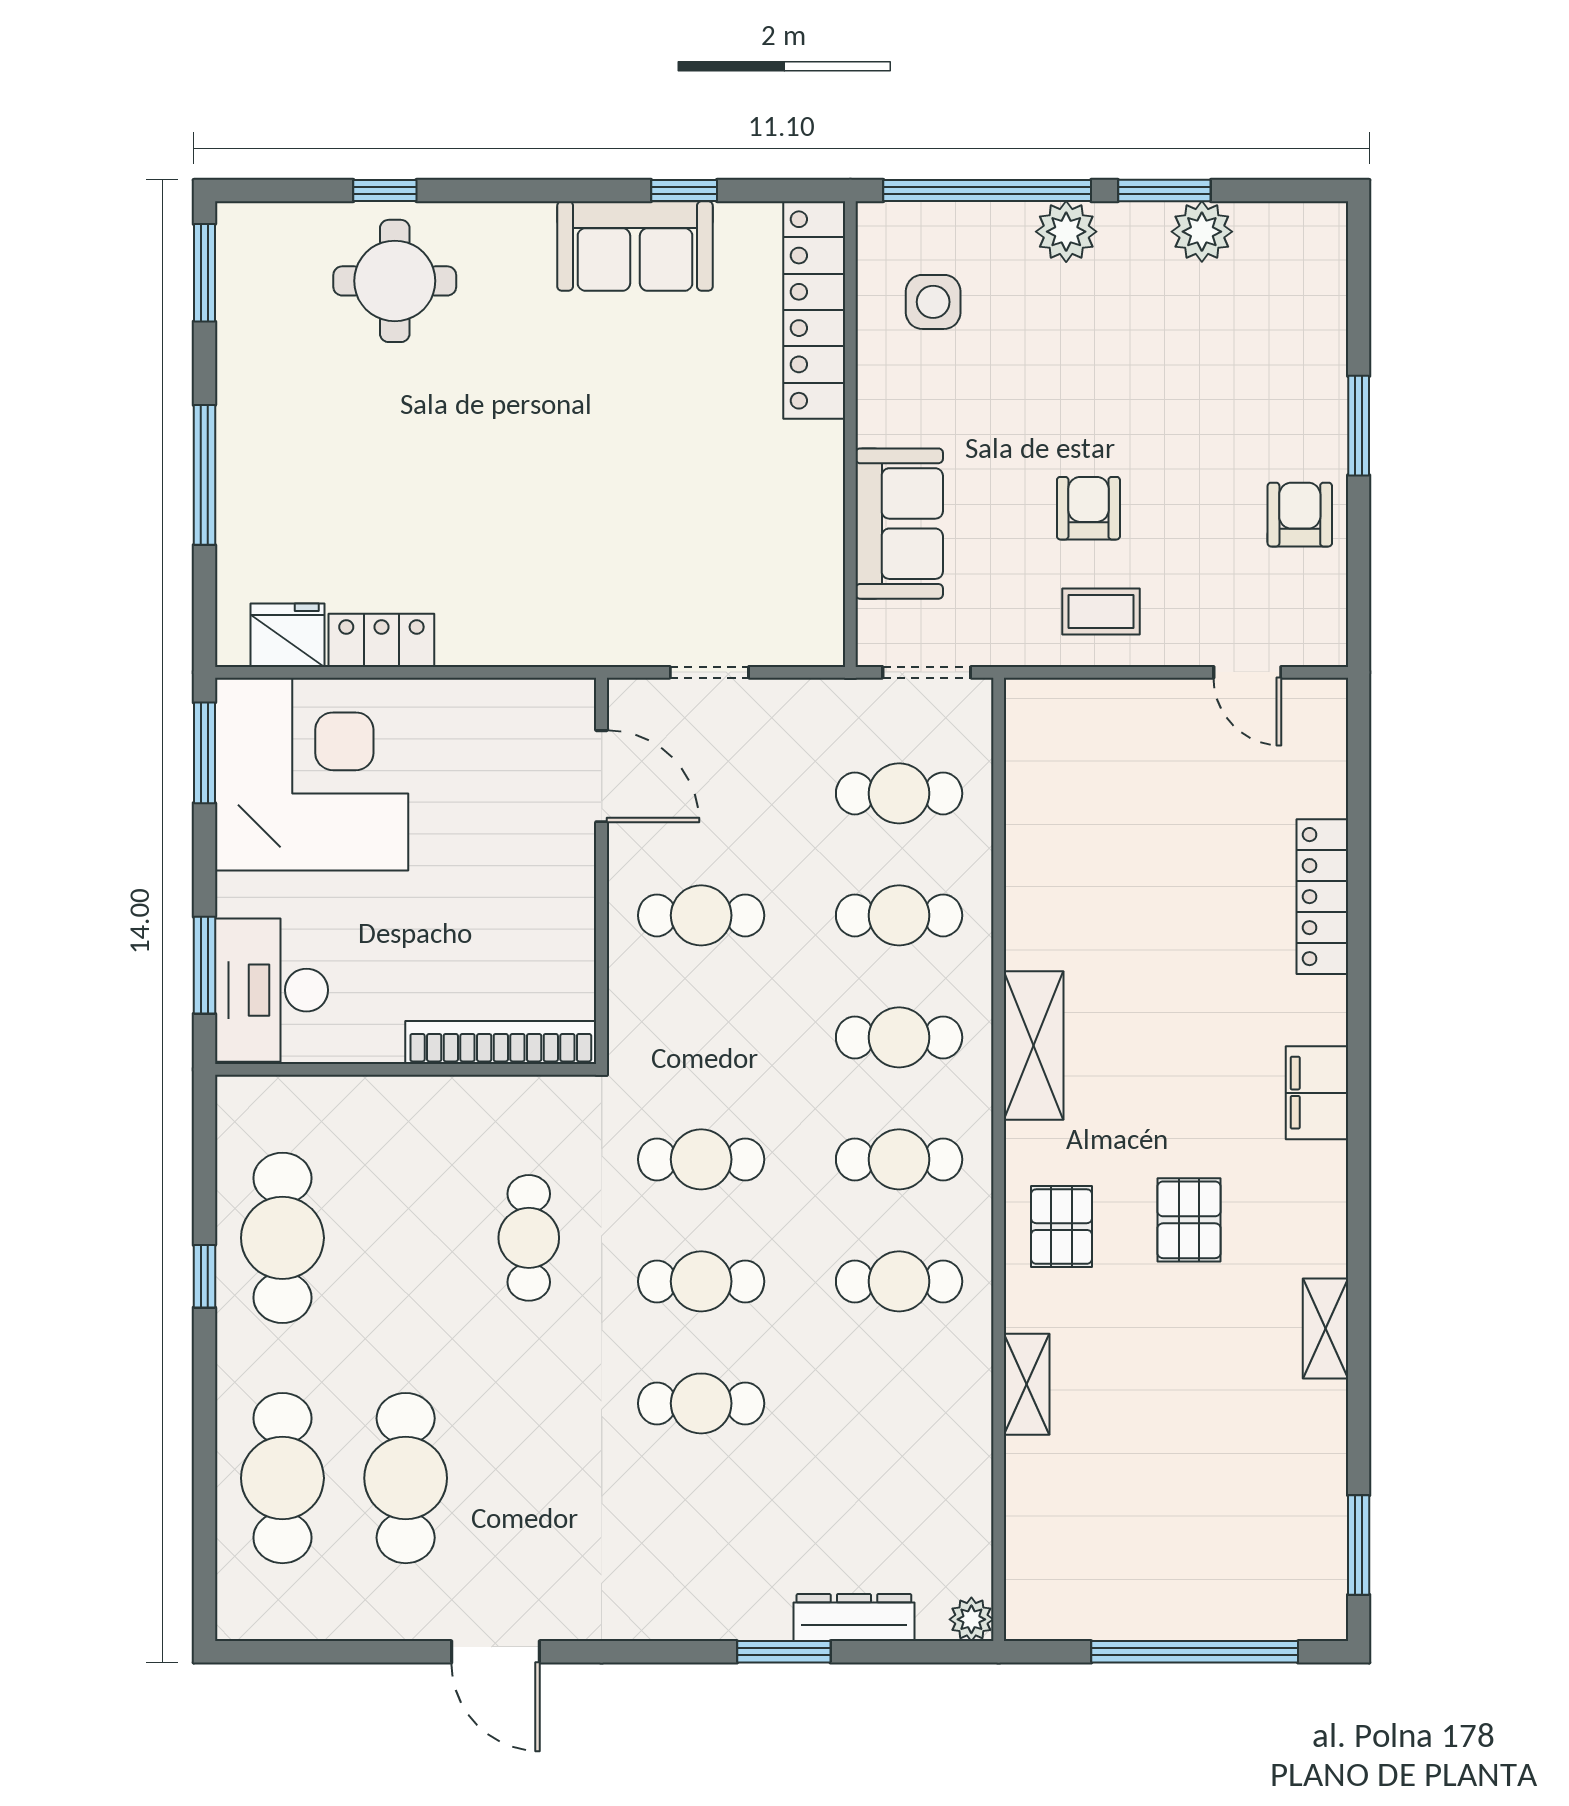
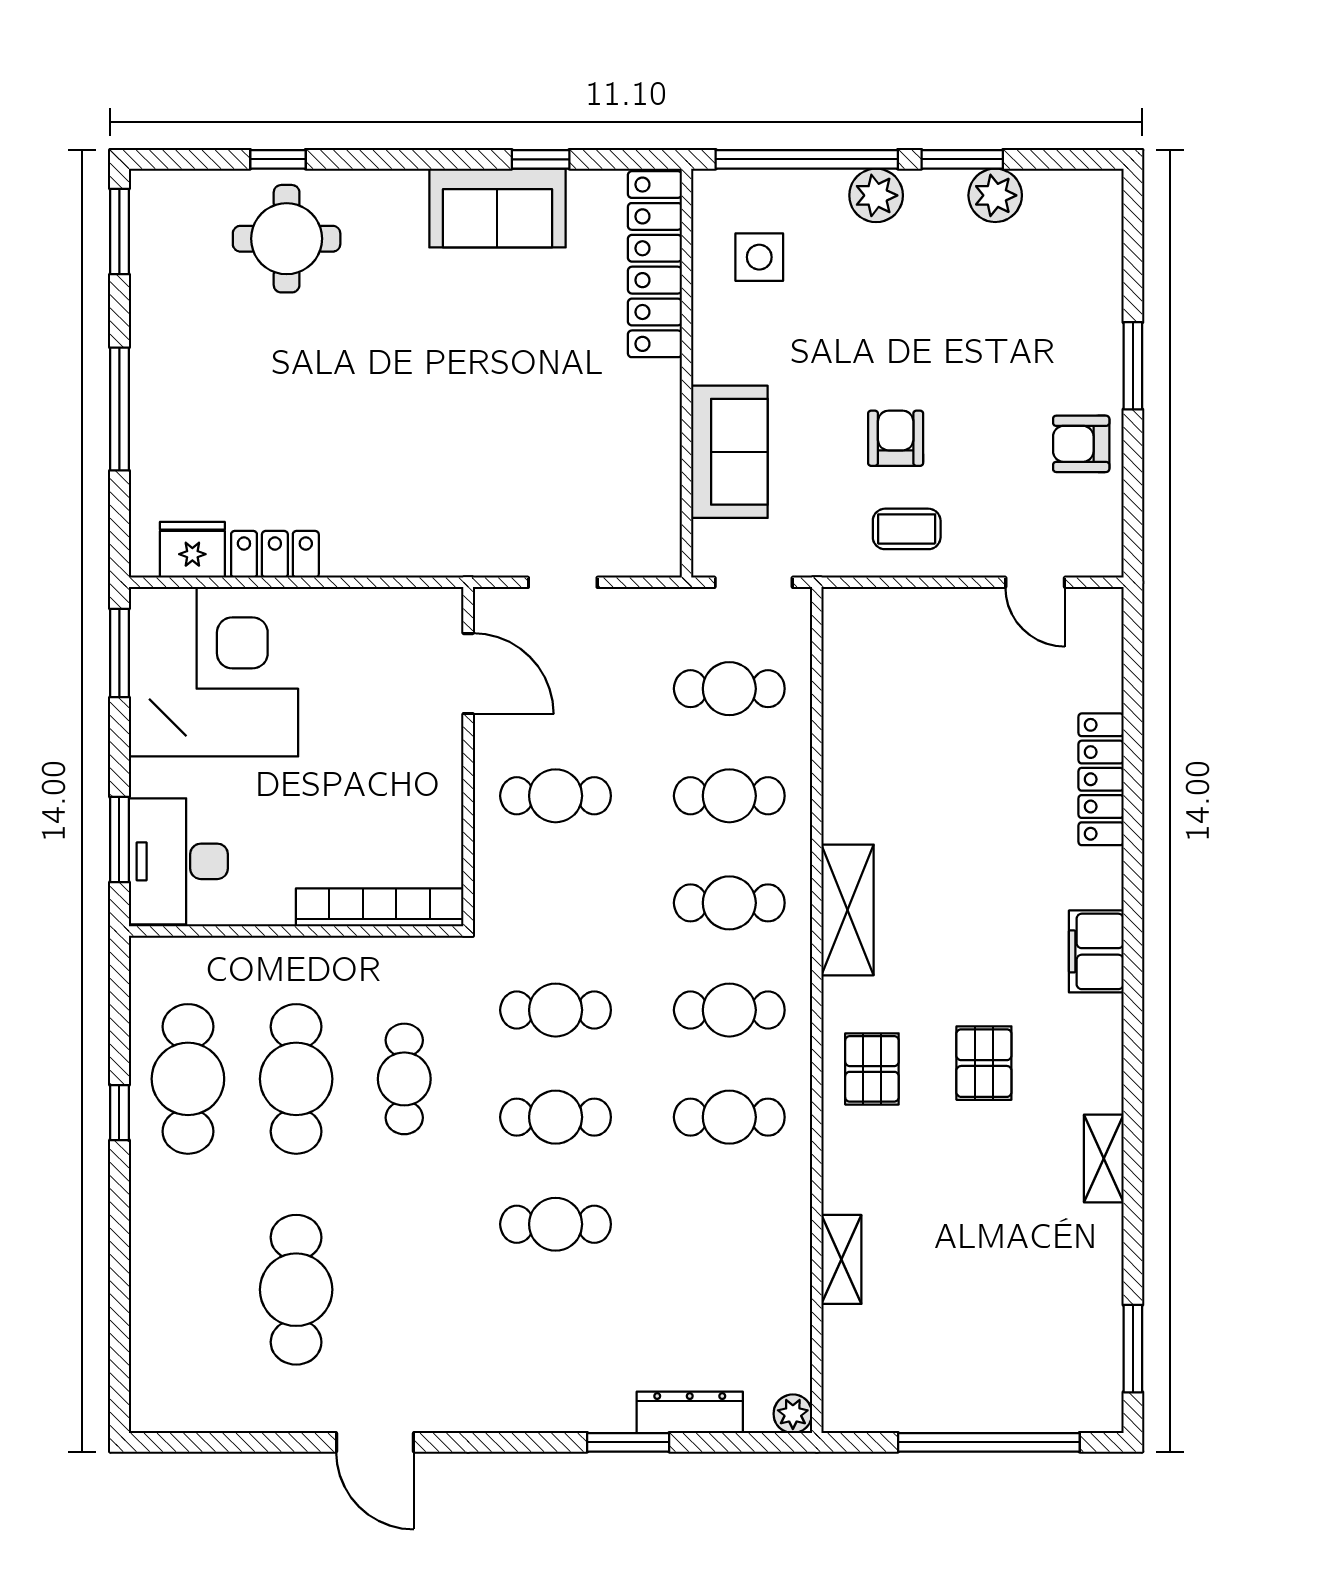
armchair: (1300, 515) -> (1081, 444), turned -90
shelving: (1027, 1384) -> (841, 1259), moved
cafe table: (282, 1478) -> (296, 1079), moved

